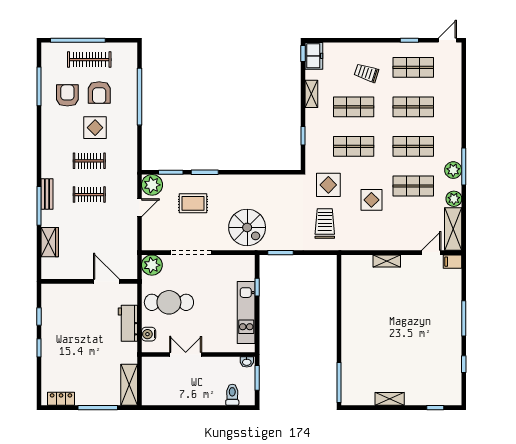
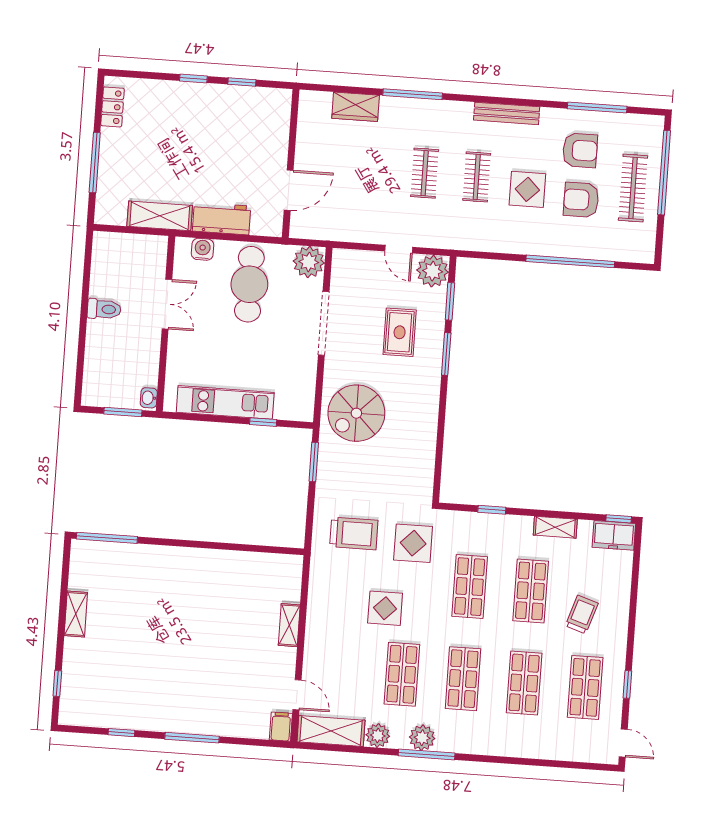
bench: (47, 194) -> (507, 113), moved, width x1.36
shelving: (129, 385) -> (160, 216), moved
toilet: (232, 395) -> (104, 309), moved

